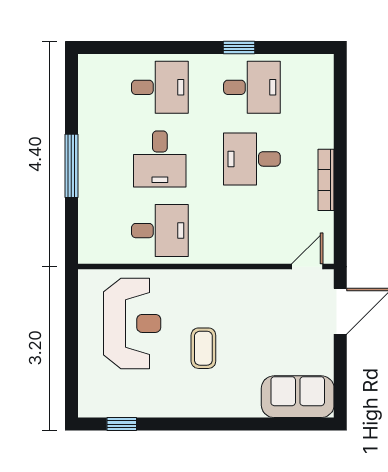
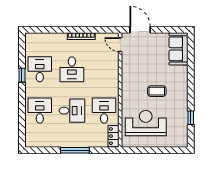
locker: (103, 252) -> (114, 136), added
window: (122, 424) -> (191, 118), moved

